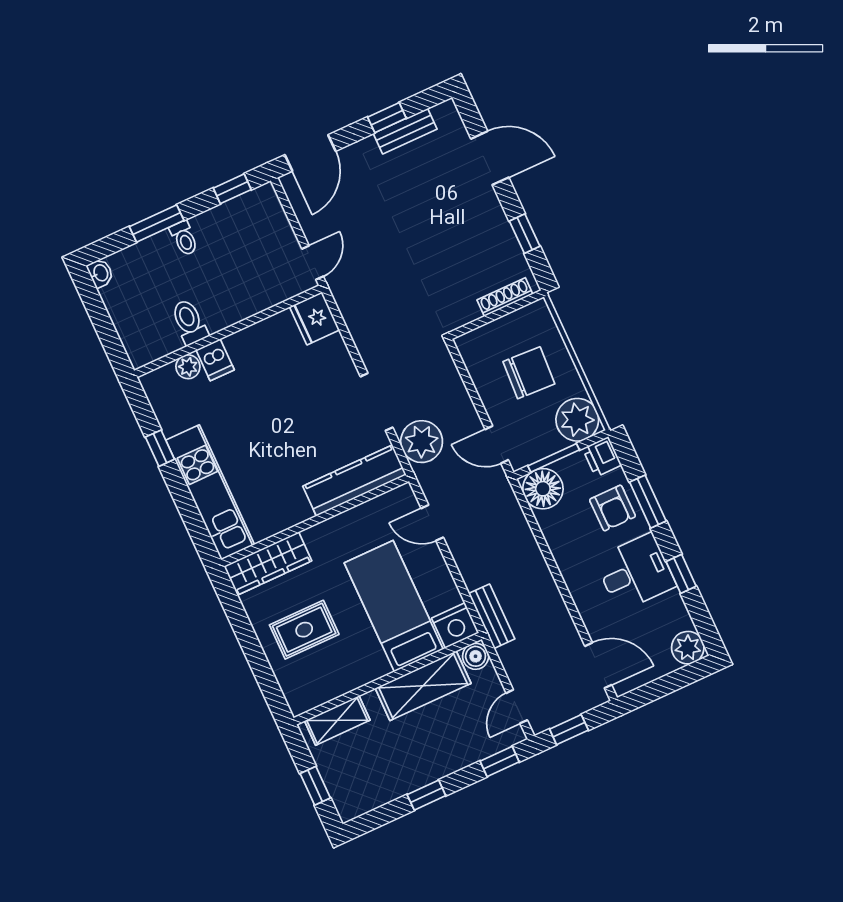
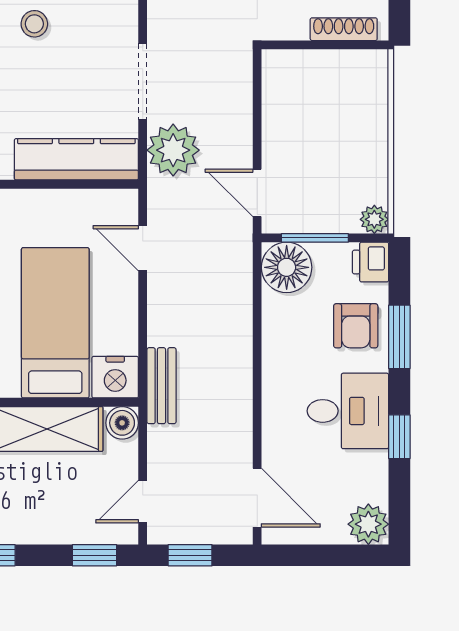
chair: (529, 373) -> (331, 128), removed
stool: (279, 396) -> (34, 24), added
plant: (577, 420) -> (374, 219), width x0.53, depth x0.53

